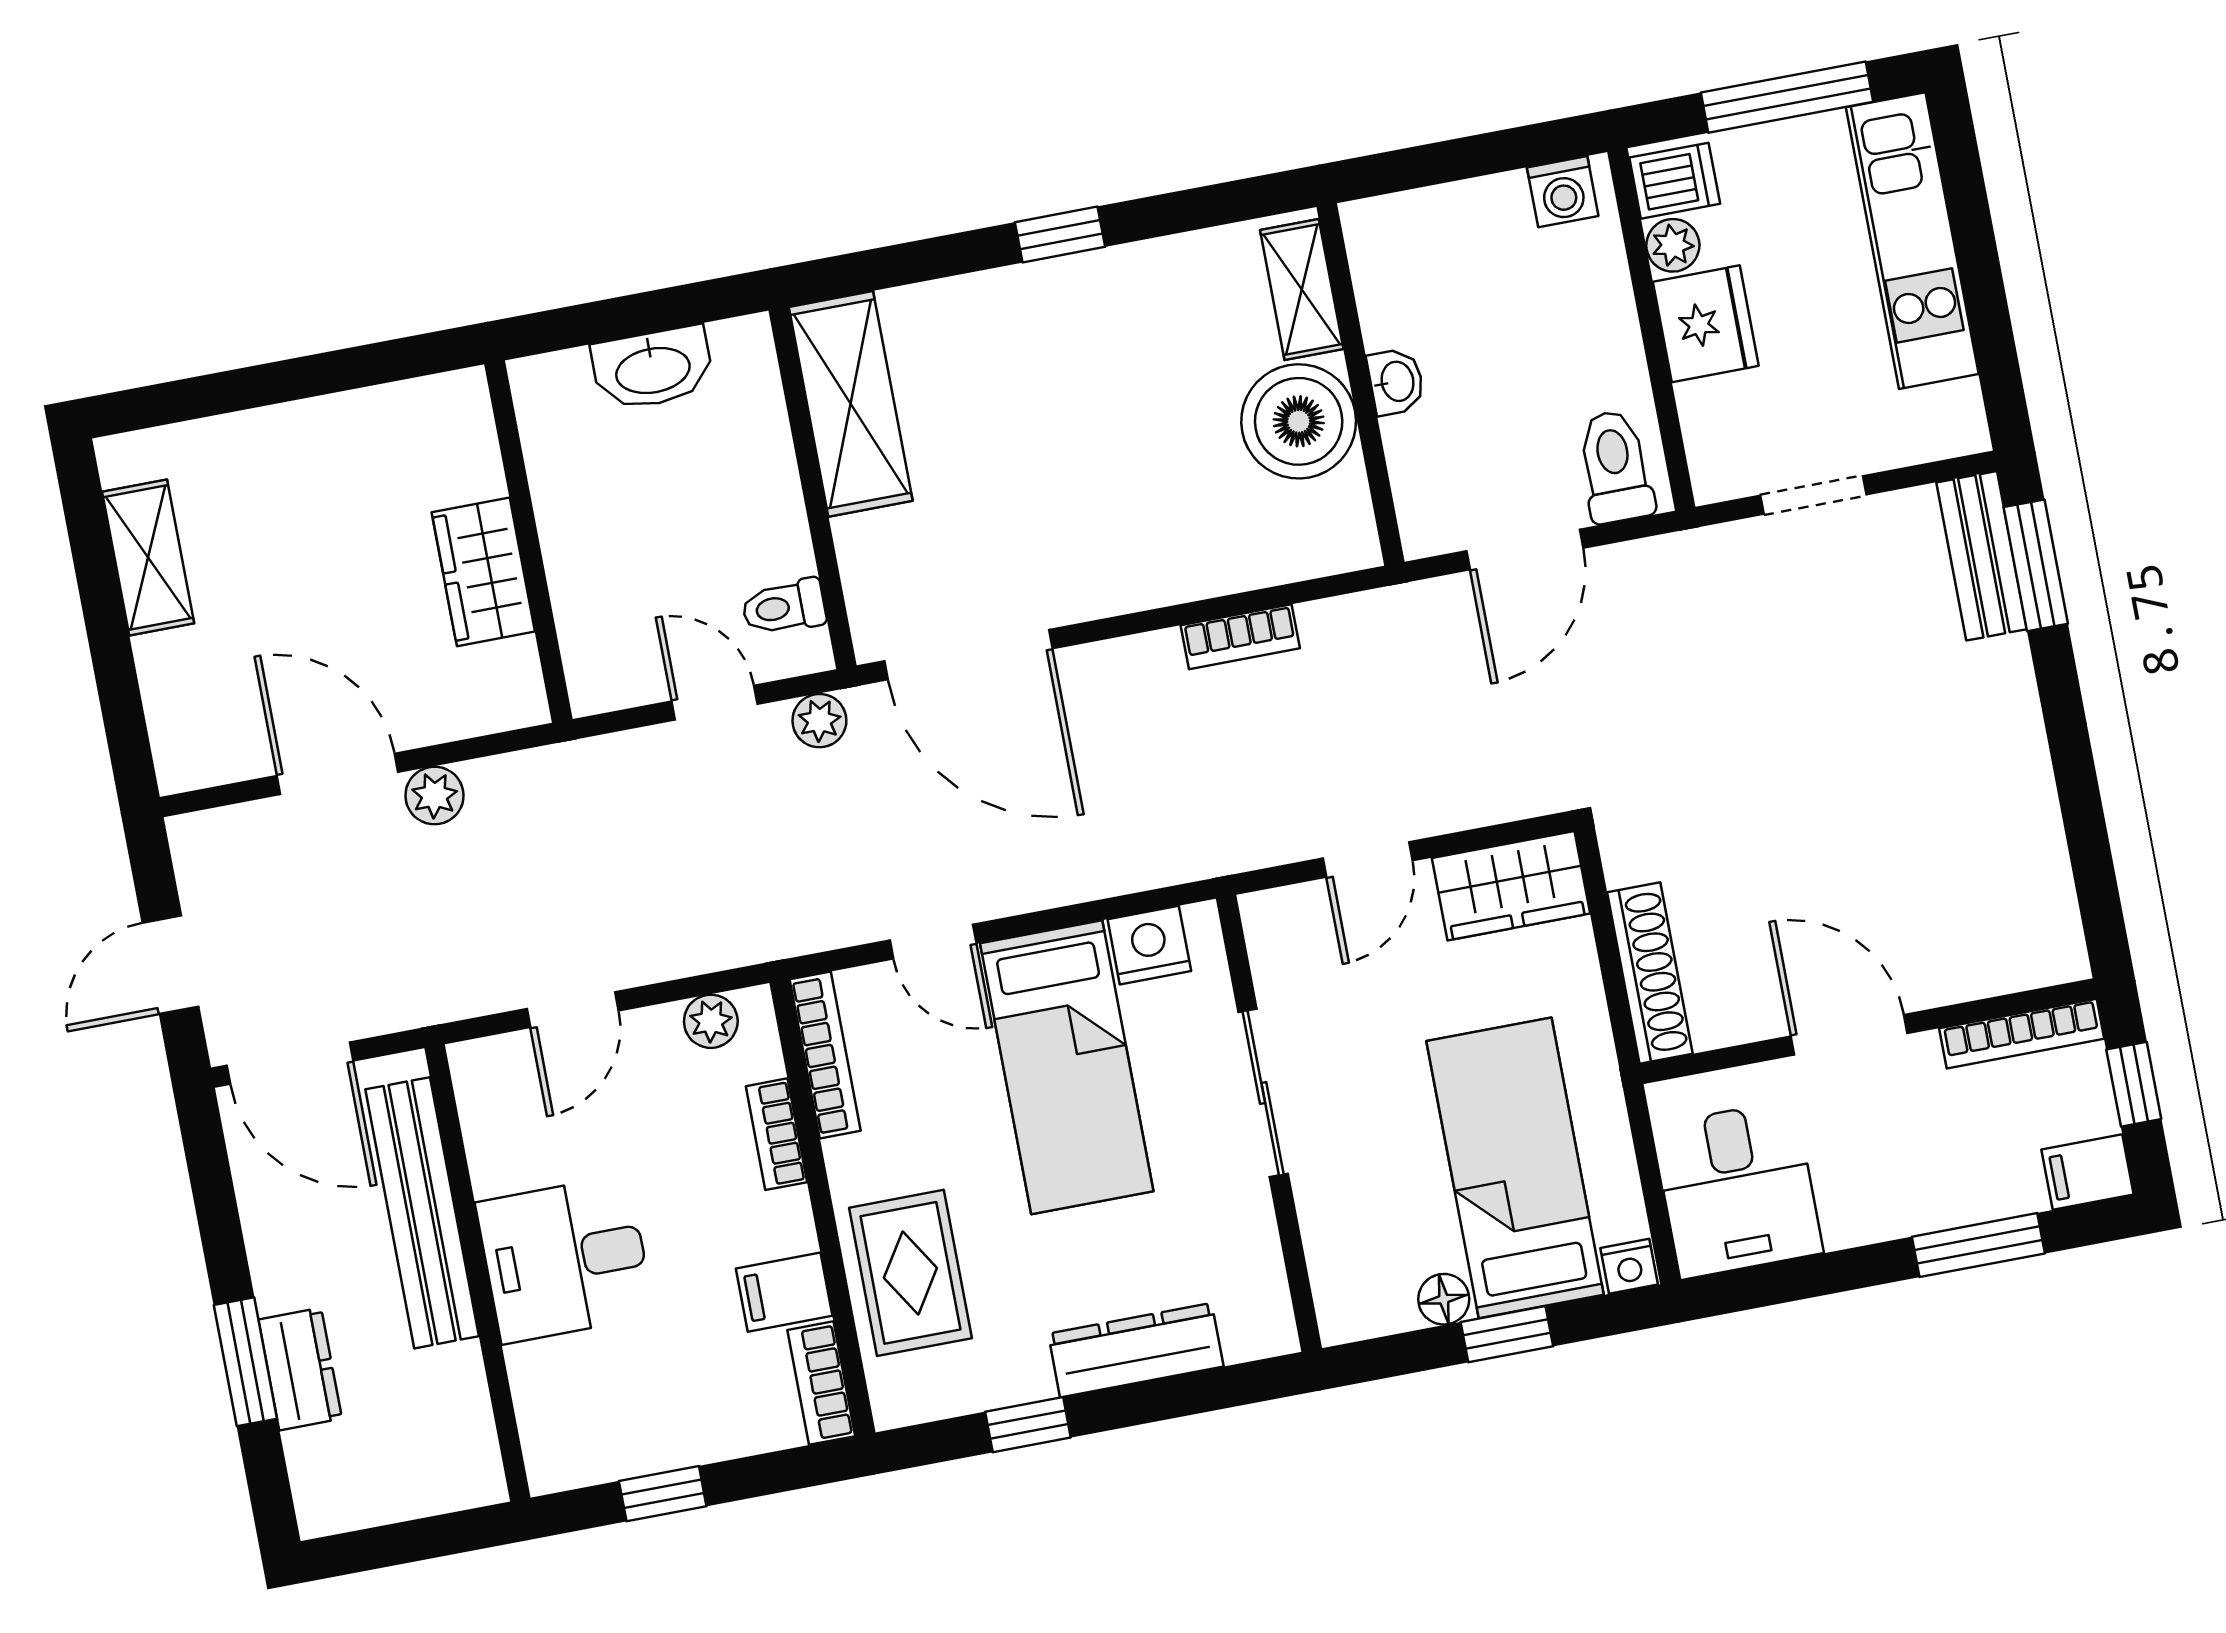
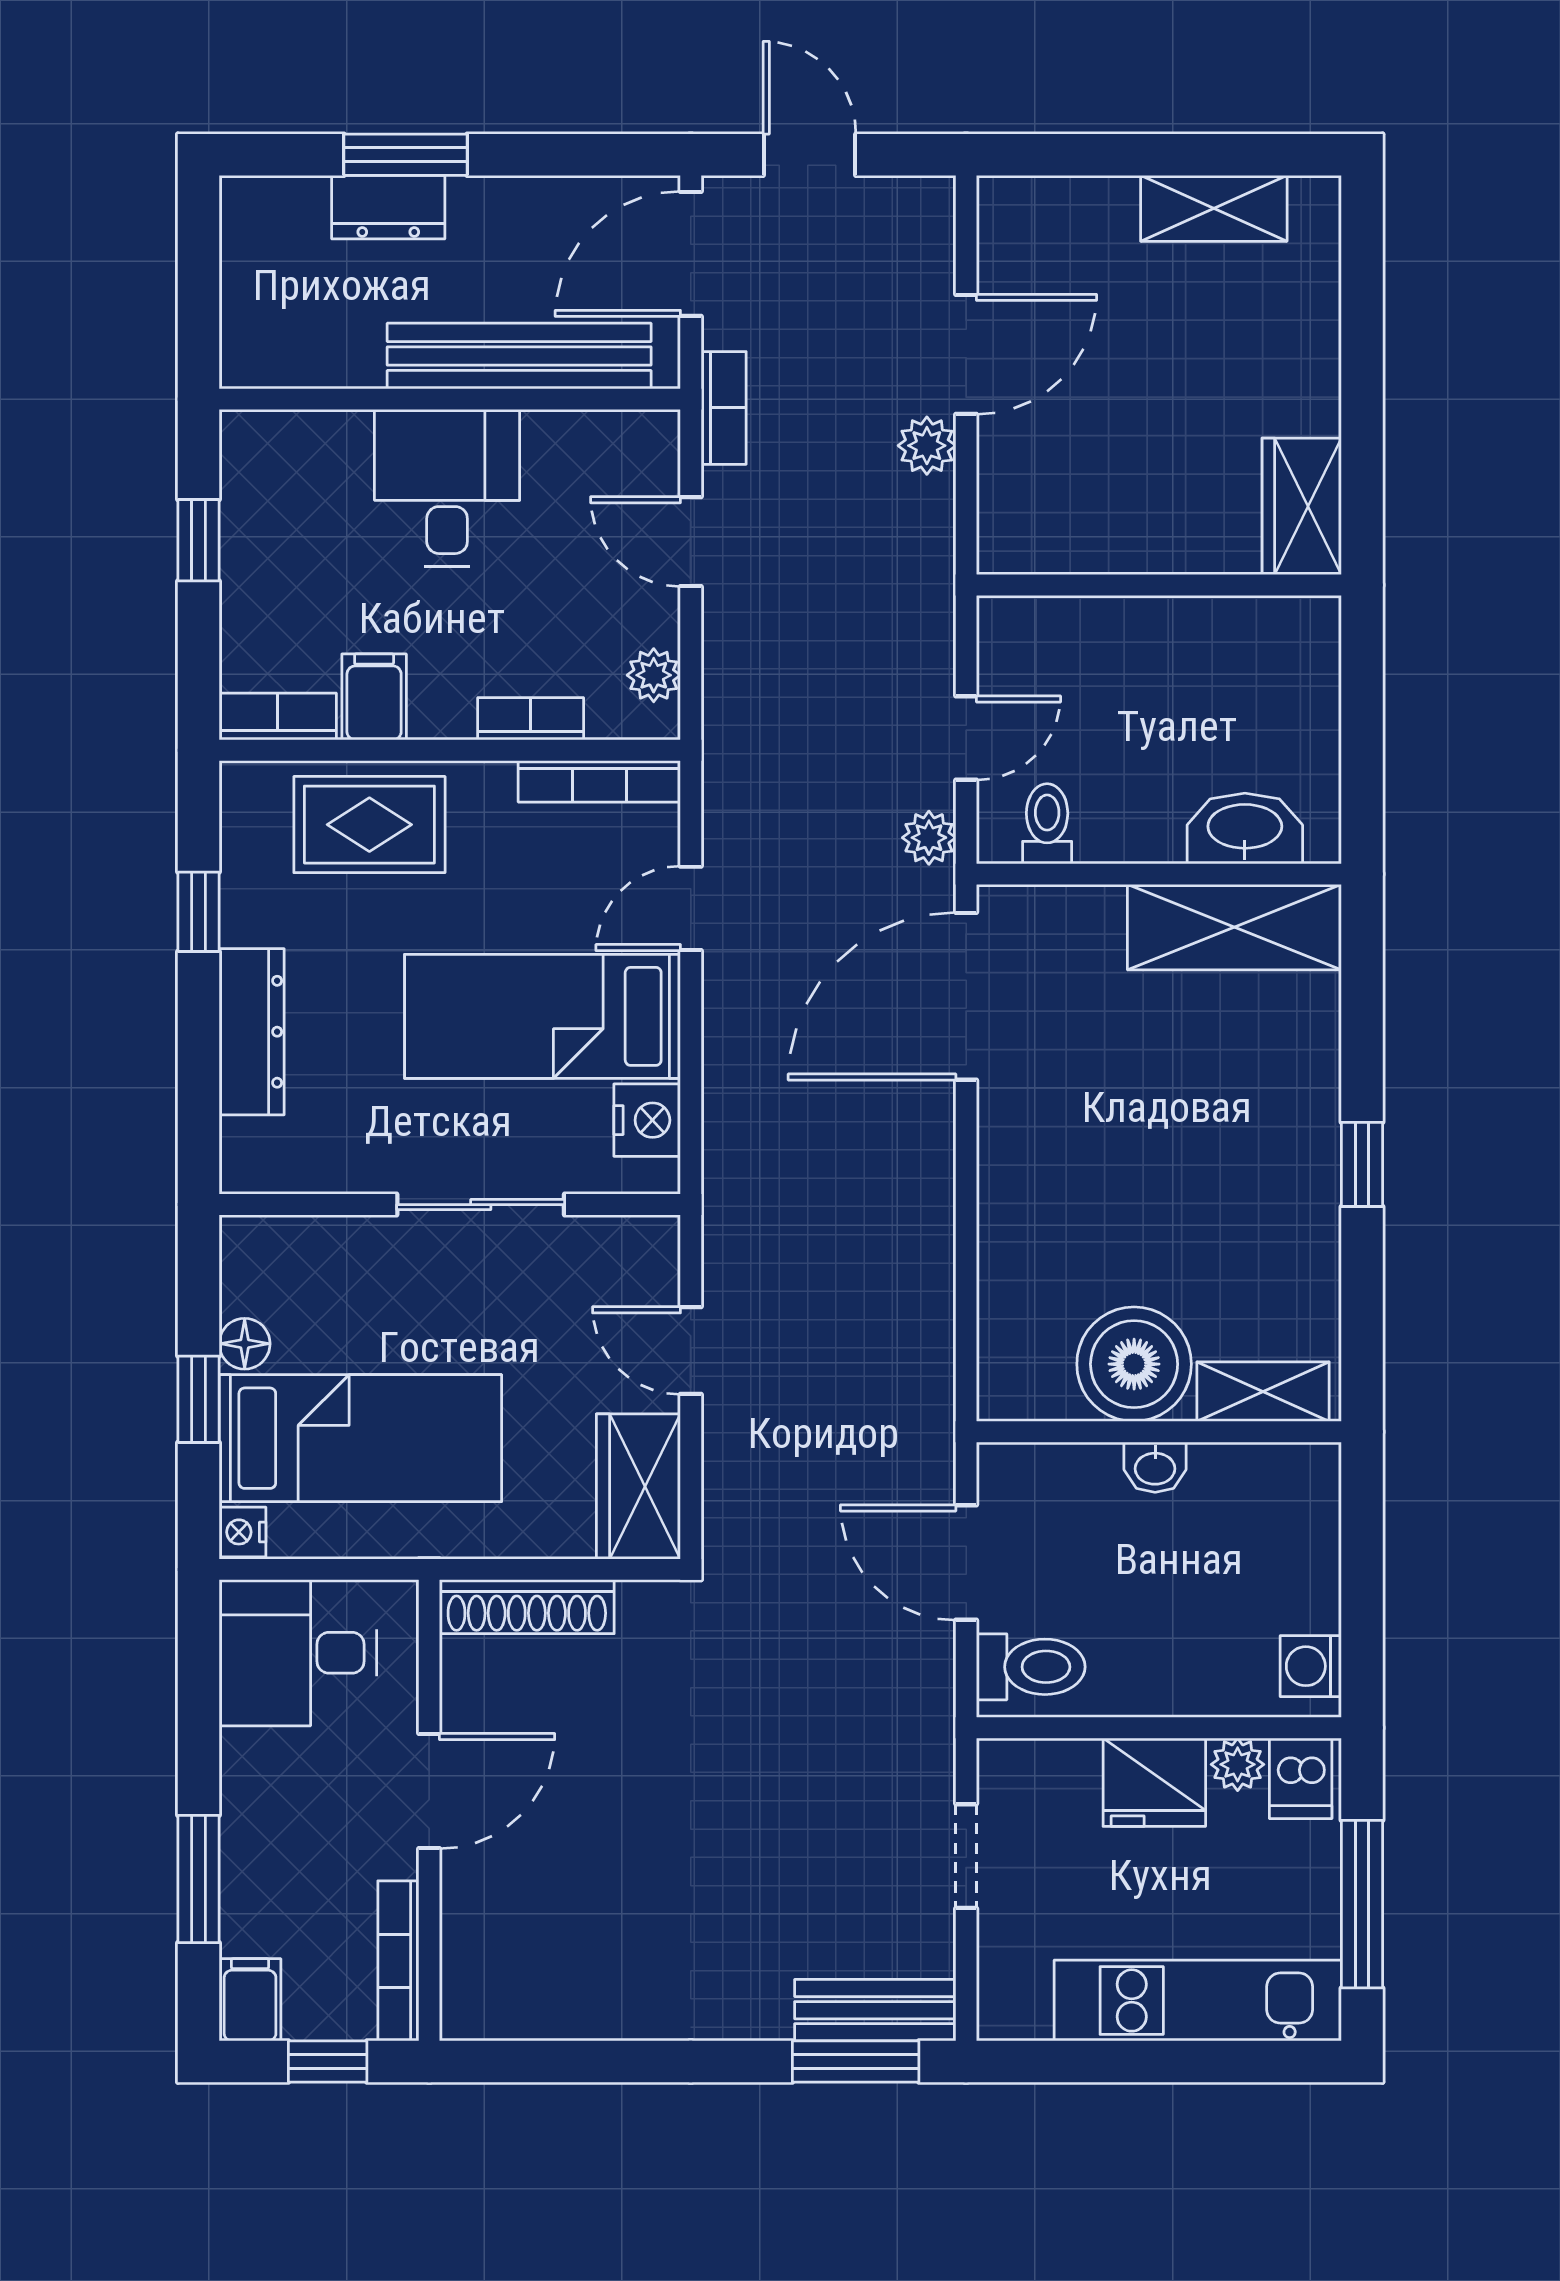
washbasin: (653, 368) -> (1245, 828), moved, turned 90
wardrobe: (483, 572) -> (1302, 506), moved, turned -90
bookcase: (1240, 637) -> (724, 408), moved, turned 180

